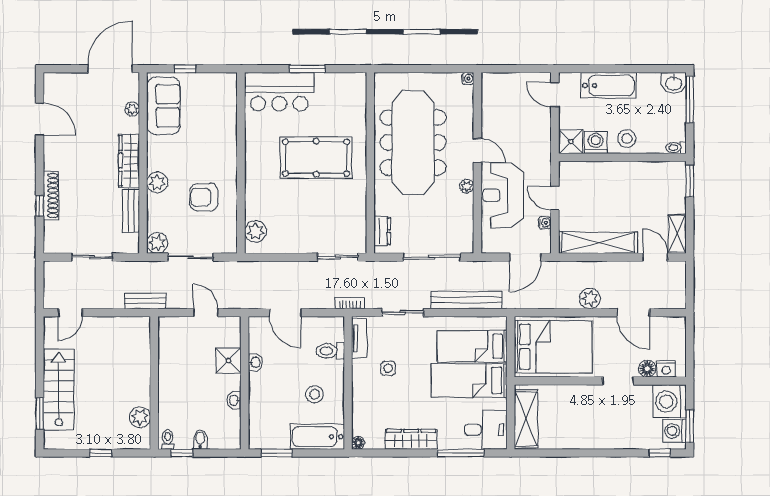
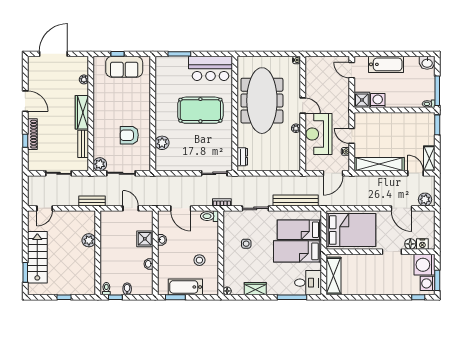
door: (110, 69) -> (53, 54), moved
window: (307, 69) -> (179, 54), moved
bar counter: (279, 92) -> (210, 68), moved
window: (690, 99) -> (437, 91), moved
sofa: (163, 106) -> (124, 67), moved, turned 90
door: (40, 119) -> (25, 101), moved
stool: (627, 138) -> (398, 98), removed
plant: (157, 182) -> (100, 126), removed
plant: (255, 231) -> (162, 143), moved
sliding door: (432, 257) -> (274, 173), removed
plant: (590, 299) -> (425, 199), moved
tv unit: (359, 338) -> (228, 225), removed
toilet: (330, 351) -> (210, 216), moved
plant: (140, 417) -> (89, 240), moved
bathtub: (318, 437) -> (185, 287), moved
wardrobe: (411, 439) -> (255, 289), width x0.67

